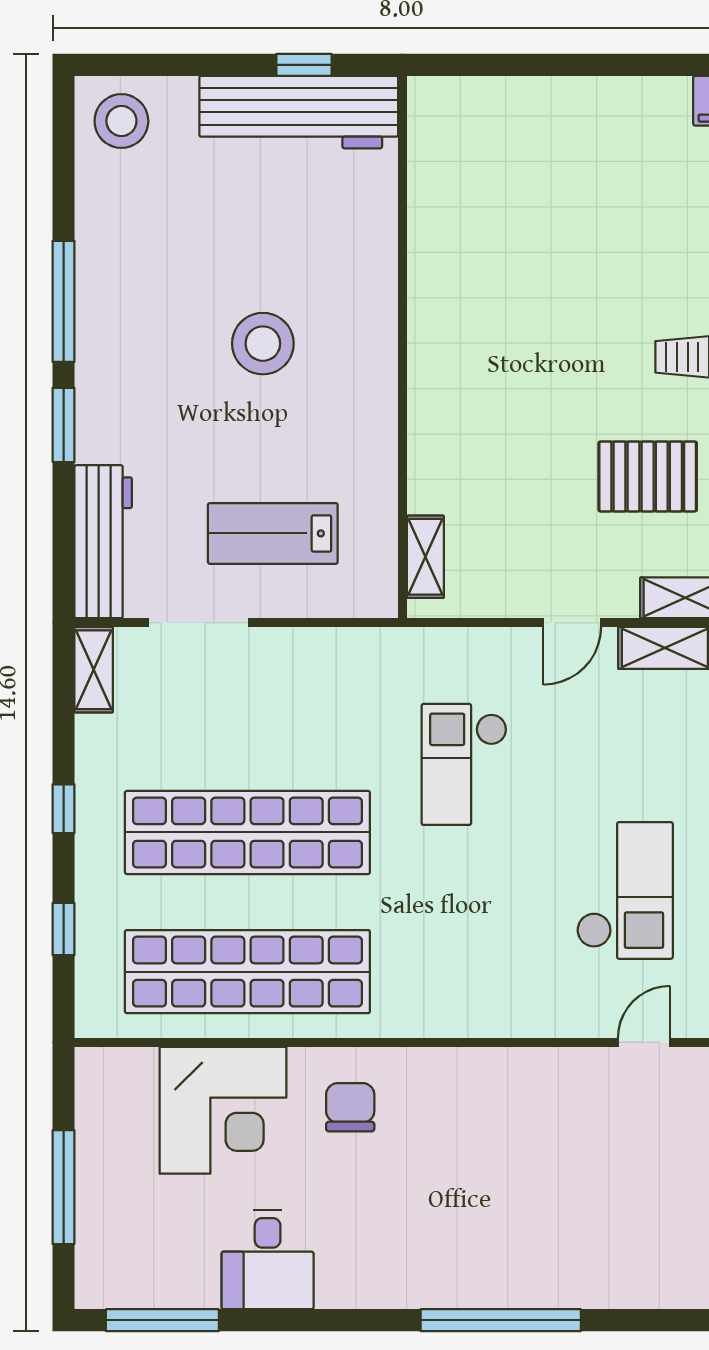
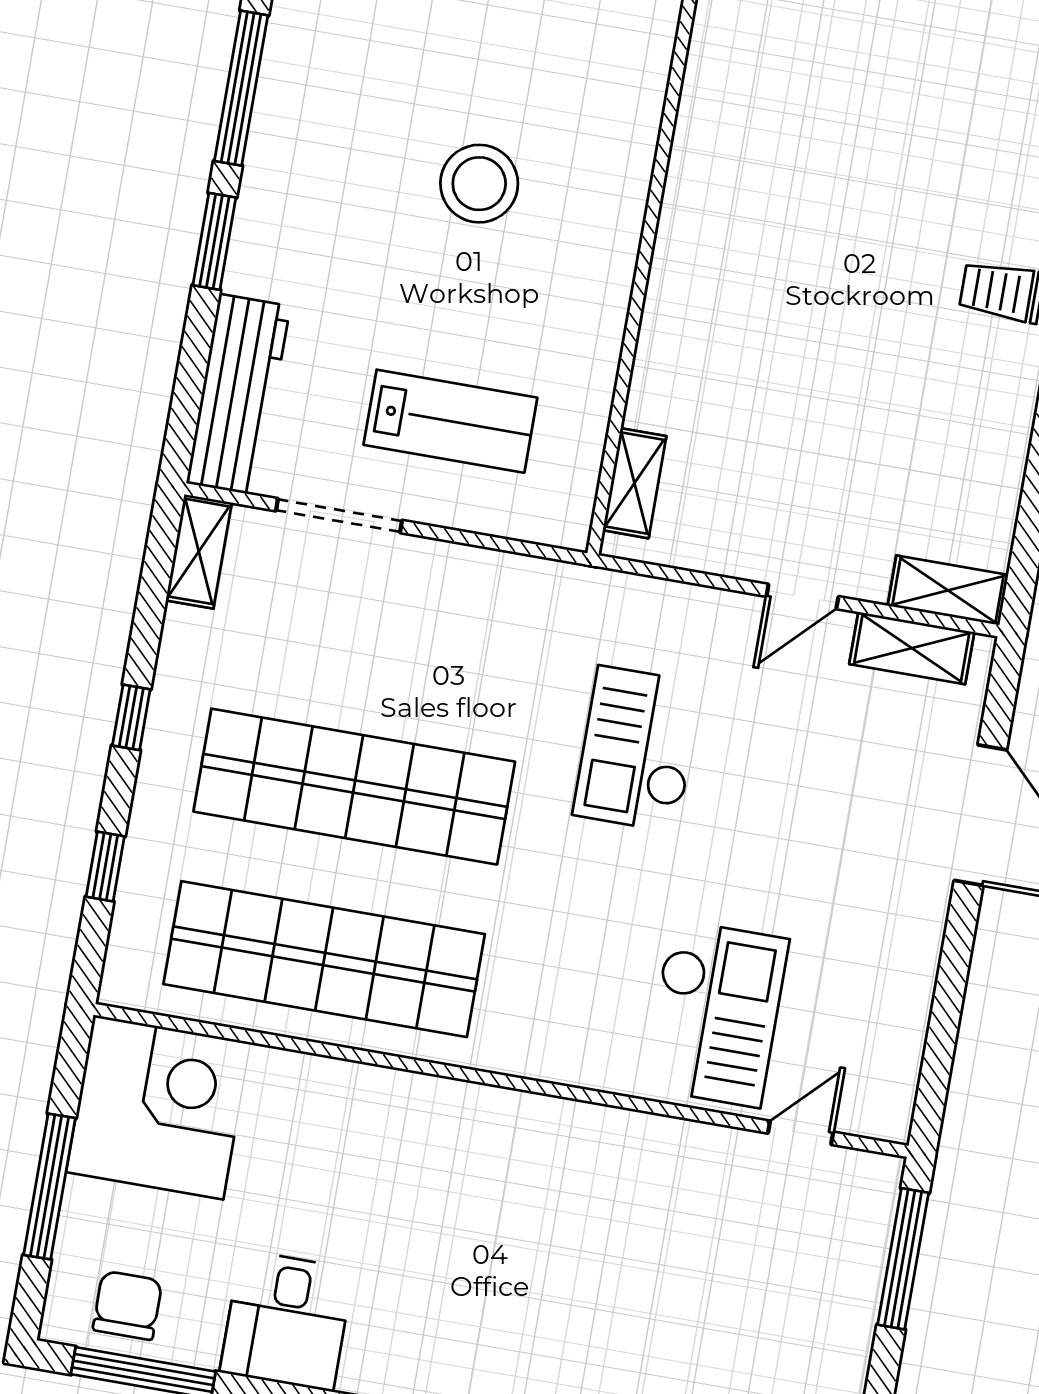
pallet: (648, 476) -> (928, 432), removed
lab bench: (273, 533) -> (450, 421), turned 180
checkout: (625, 890) -> (716, 1013), moved
chair: (350, 1107) -> (127, 1305), moved
corner desk: (223, 1110) -> (158, 1107), moved, turned -90

